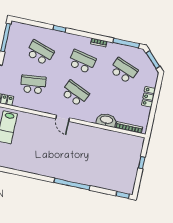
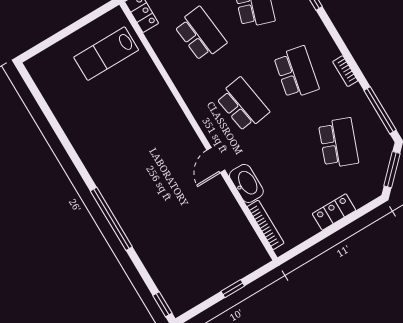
school desk: (75, 93) -> (243, 105), turned -33
door: (63, 118) -> (216, 160), moved

